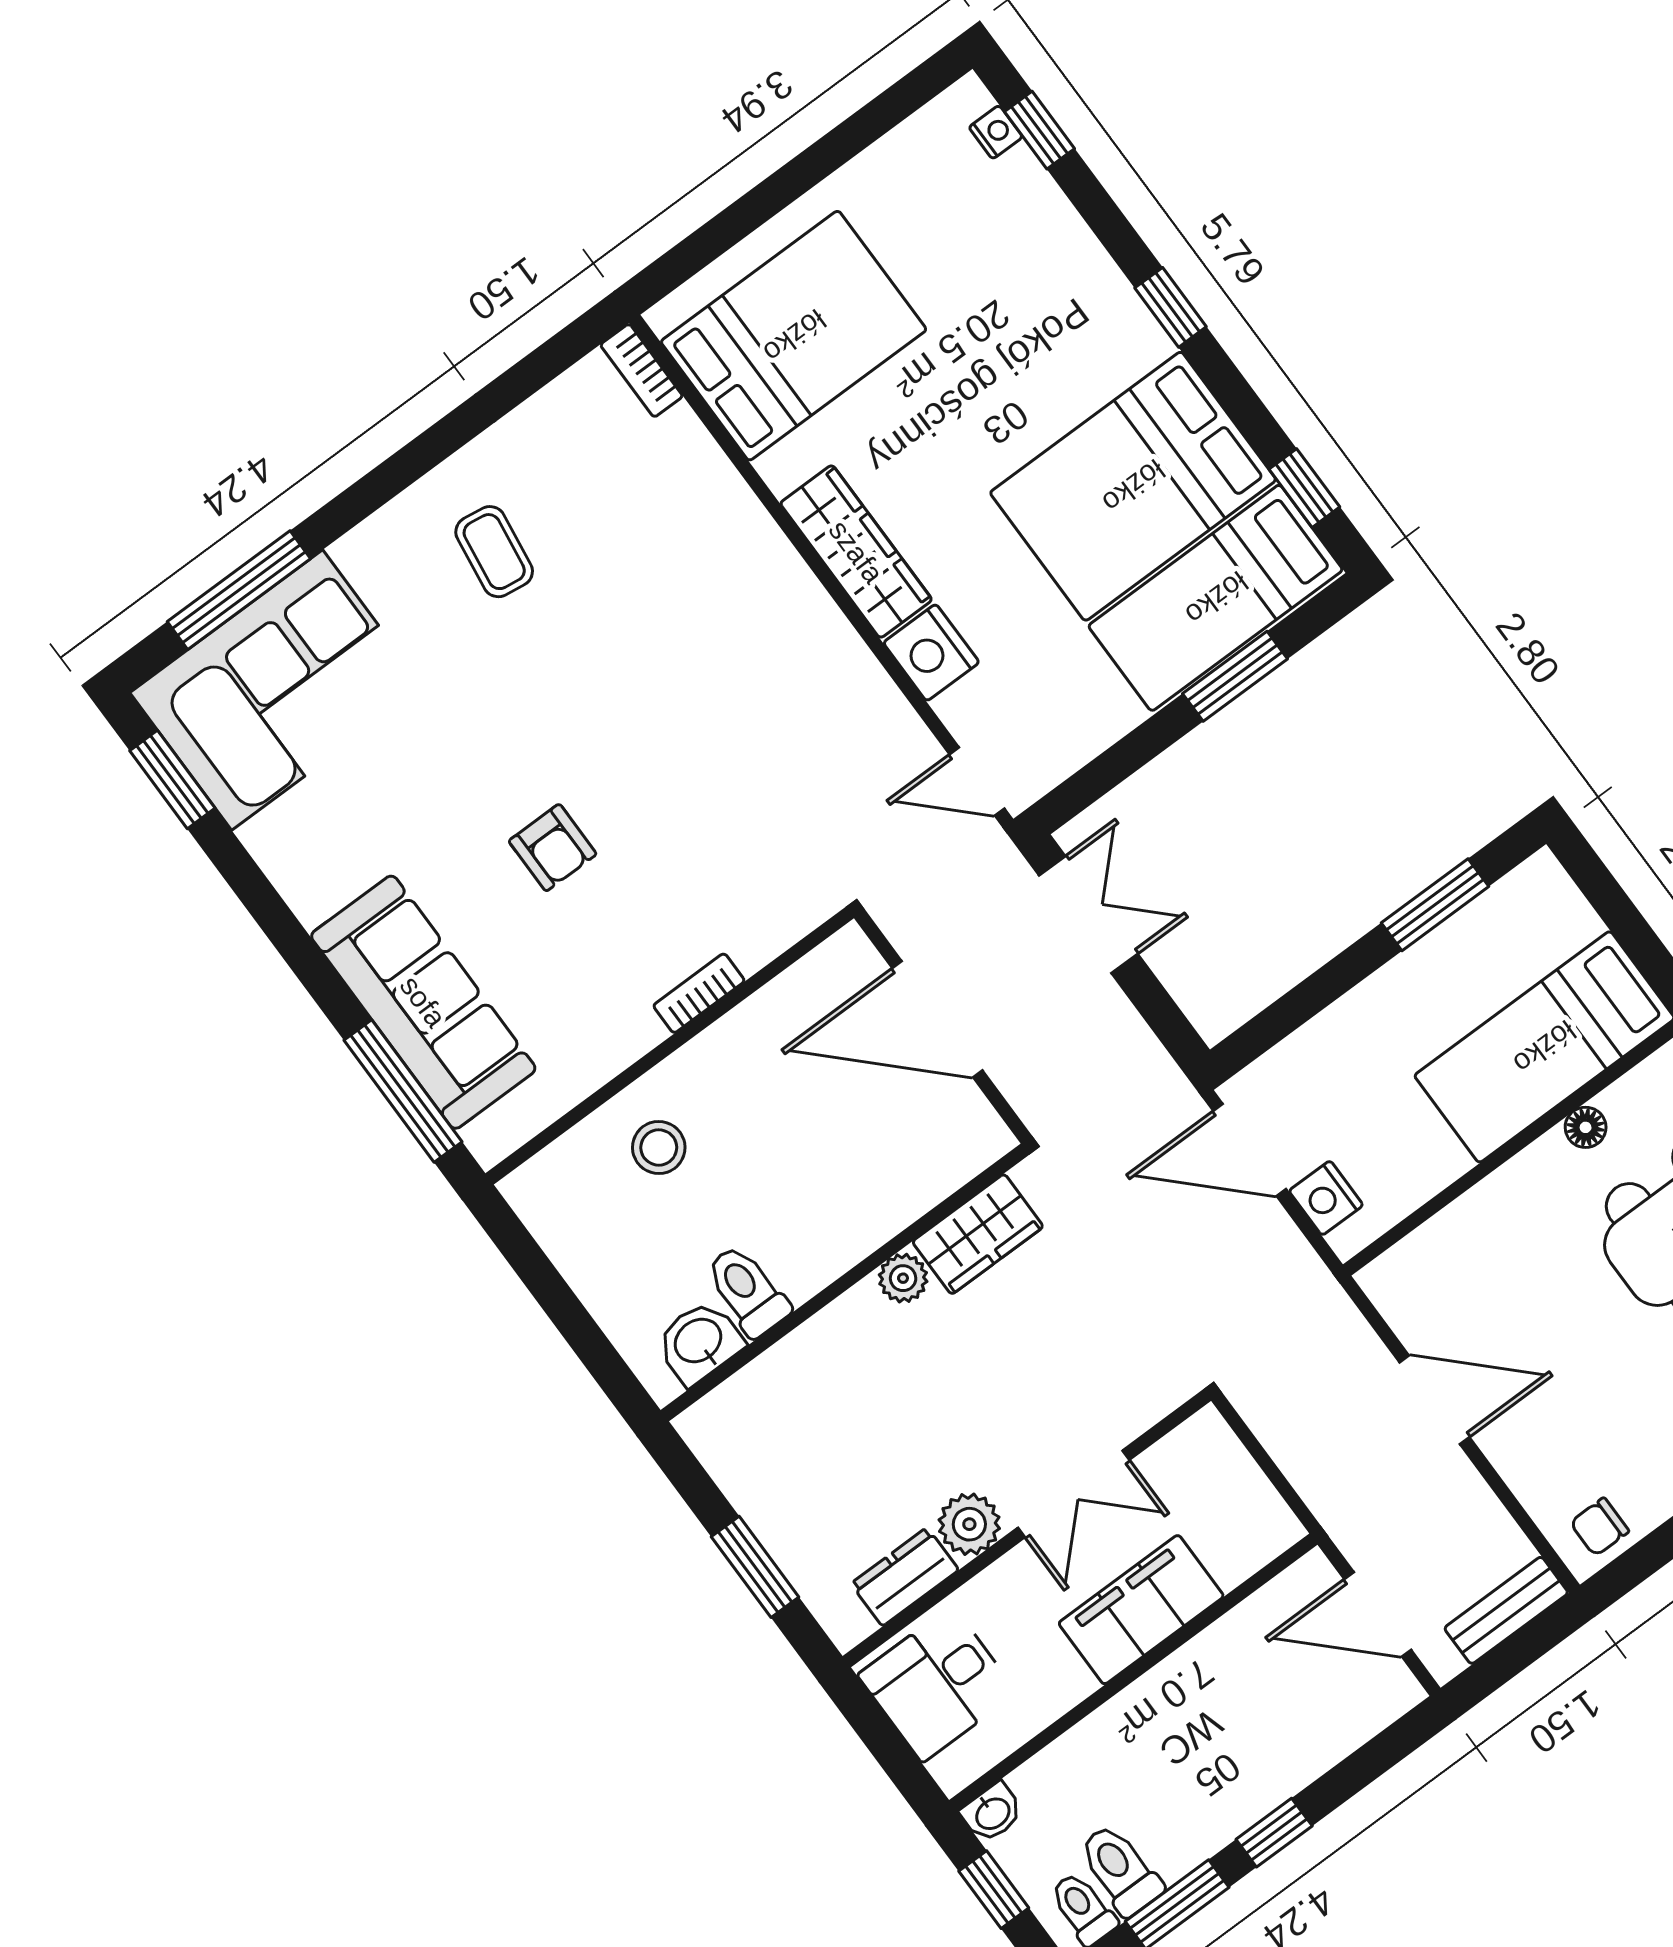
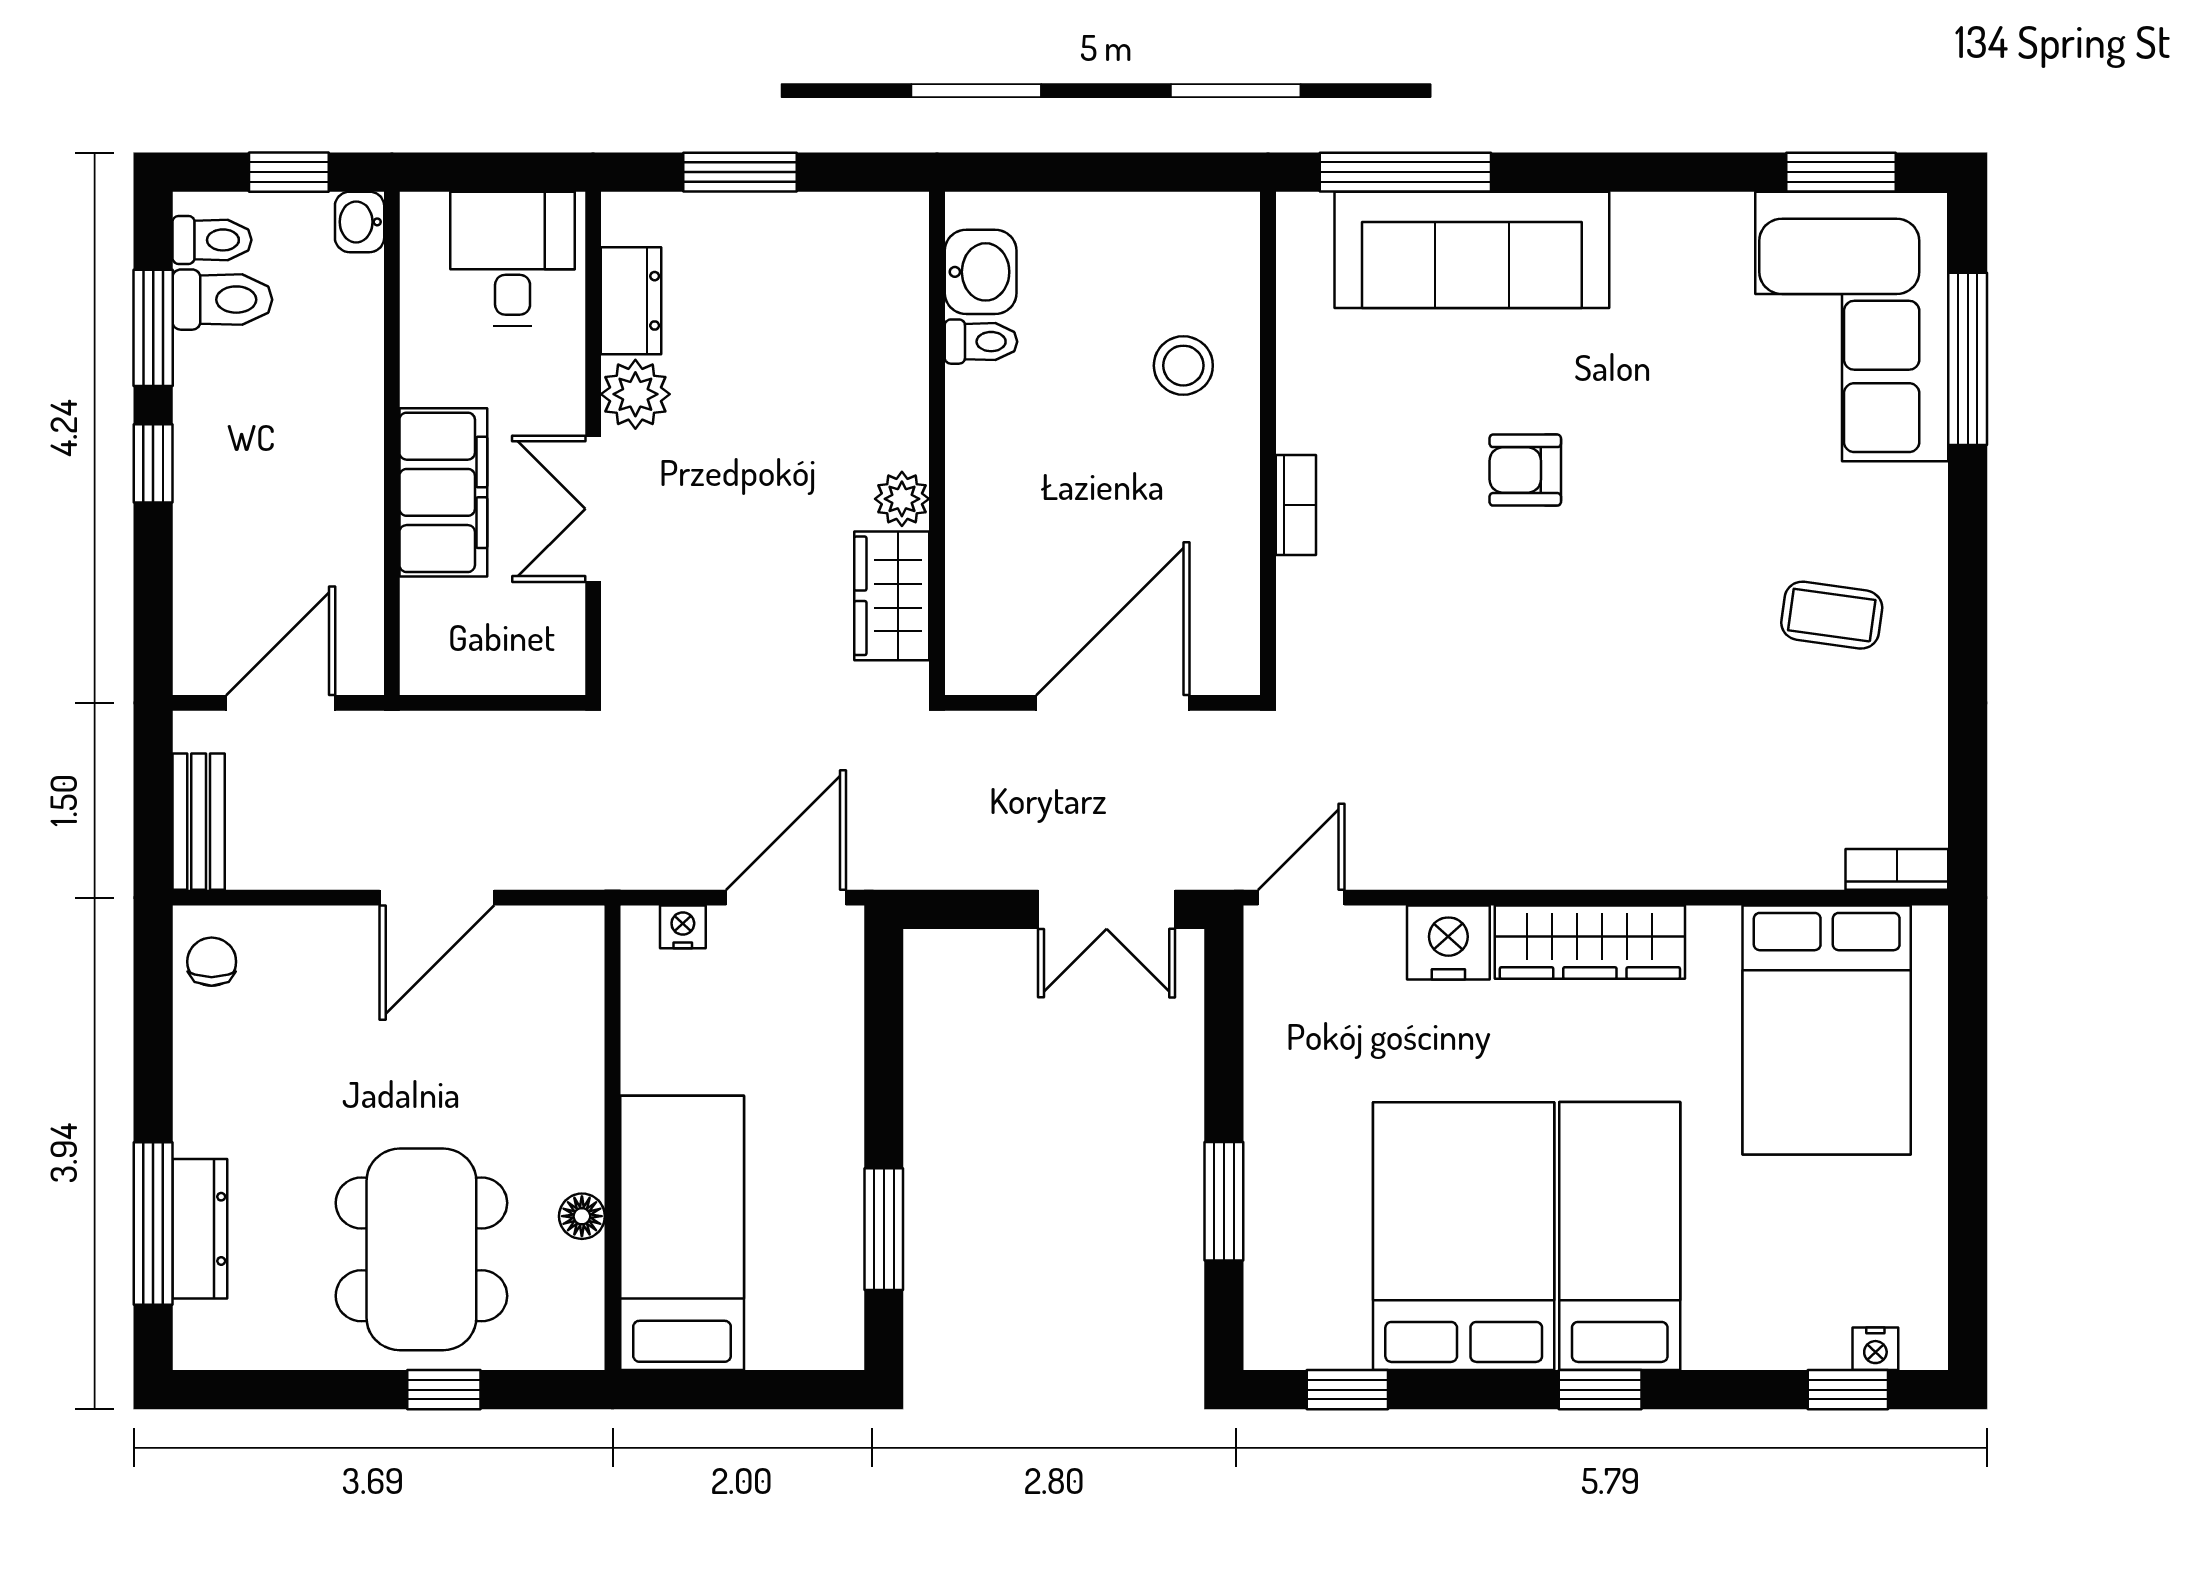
bed: (1216, 598) -> (1620, 1236), moved
nightstand: (1326, 1198) -> (683, 927), width x0.72, depth x0.74
toilet: (747, 1291) -> (981, 342), width x0.73, depth x0.72

